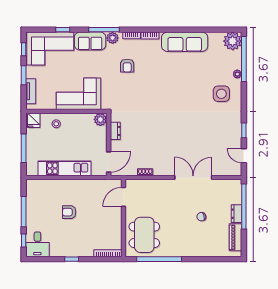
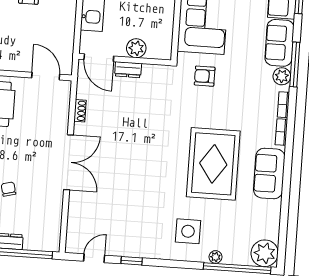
sofa: (185, 42) -> (269, 173), width x0.73
armchair: (127, 66) -> (205, 76), moved
rug: (175, 80) -> (213, 164), added
plant: (100, 119) -> (136, 48), moved
dresser: (115, 131) -> (128, 70), moved
double door: (193, 178) -> (68, 162), moved

